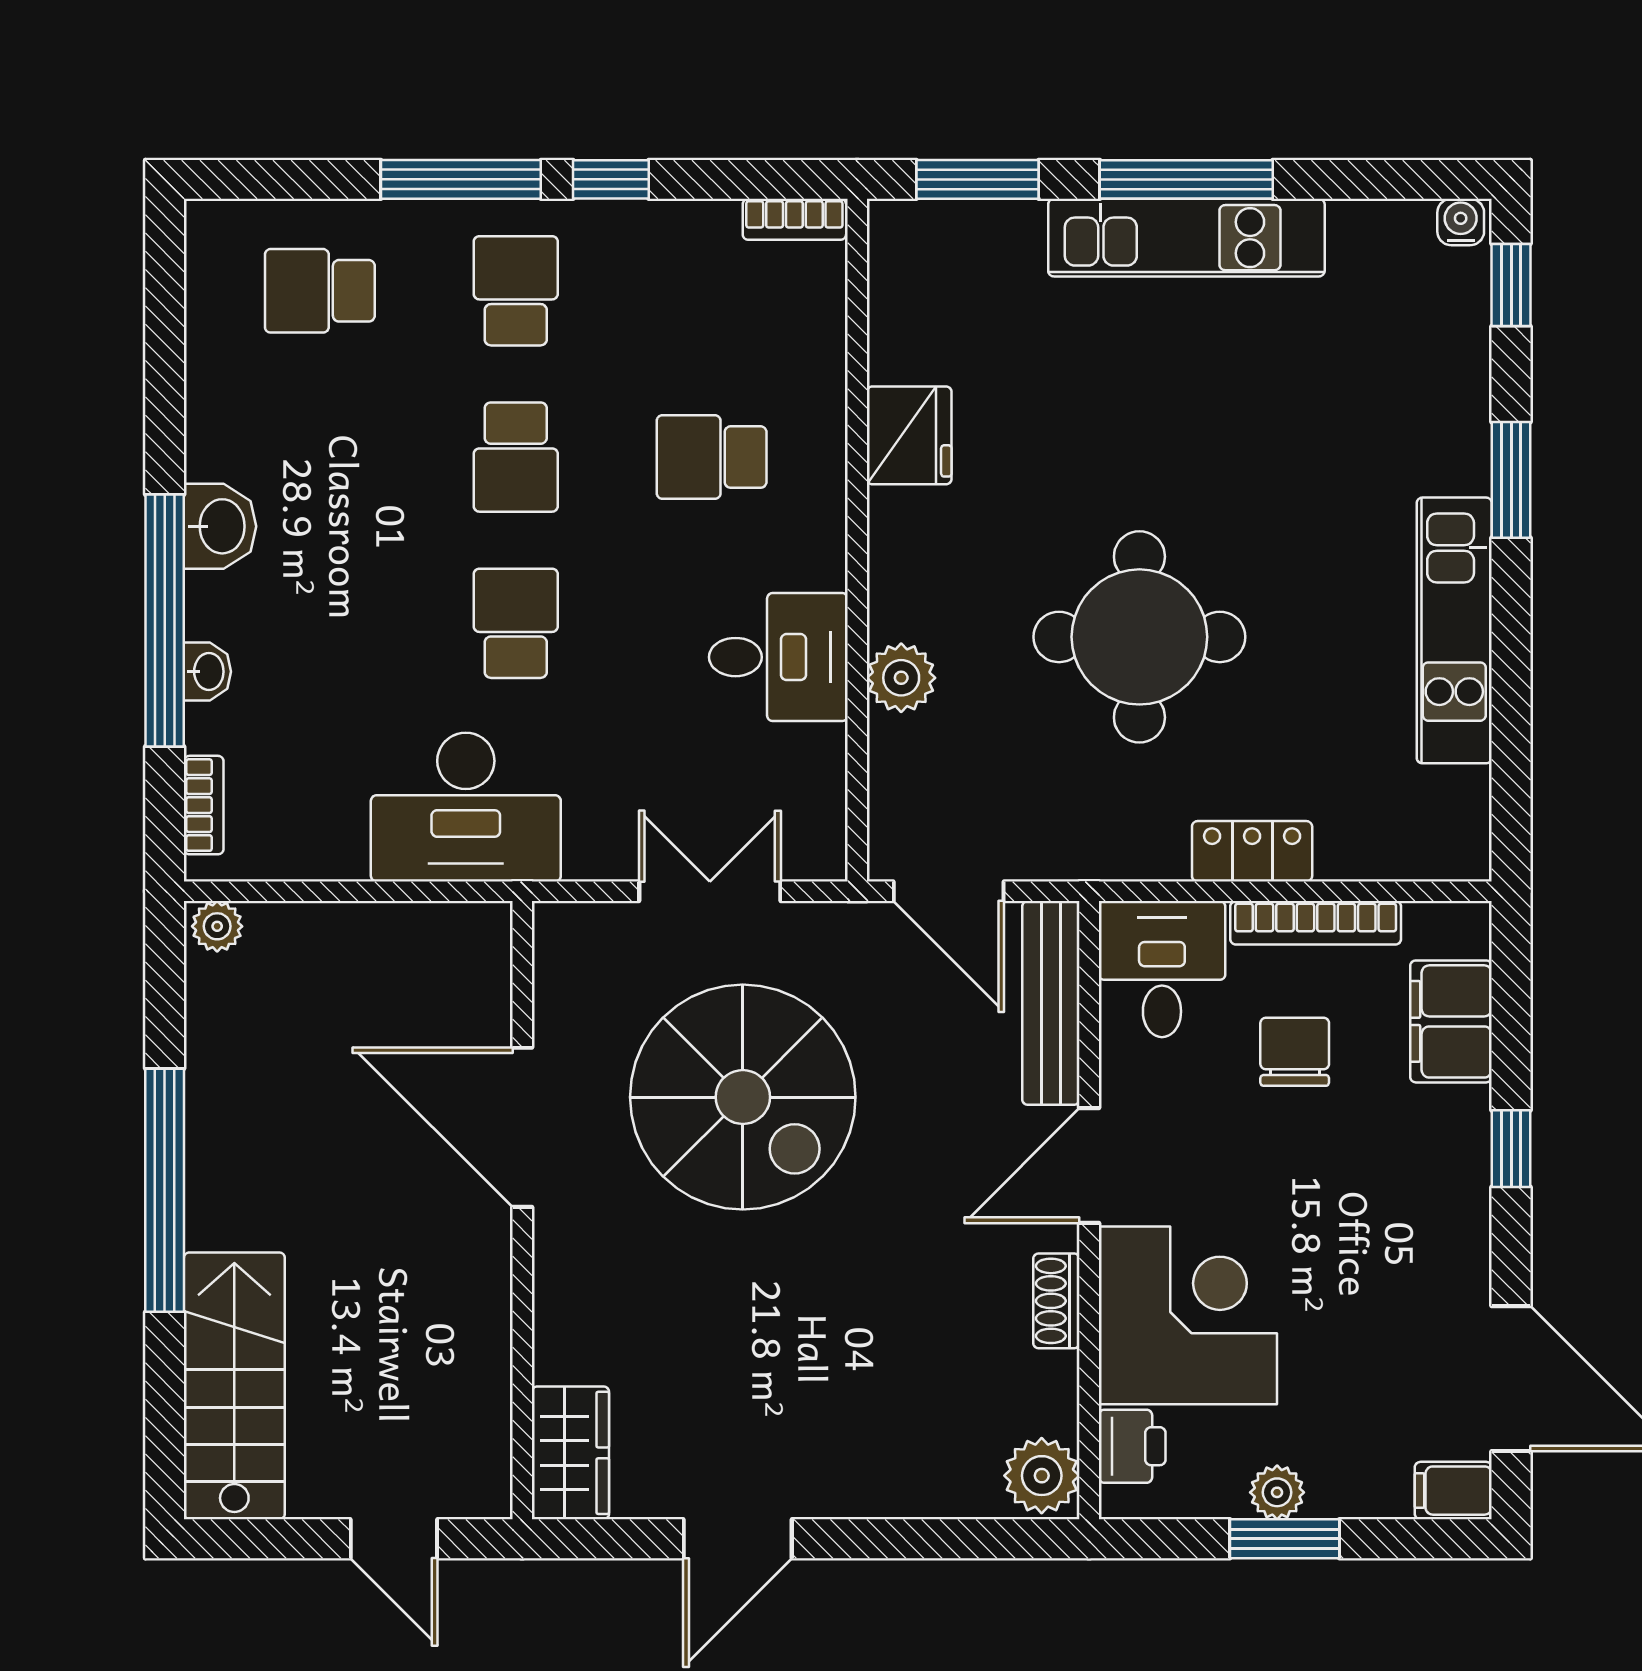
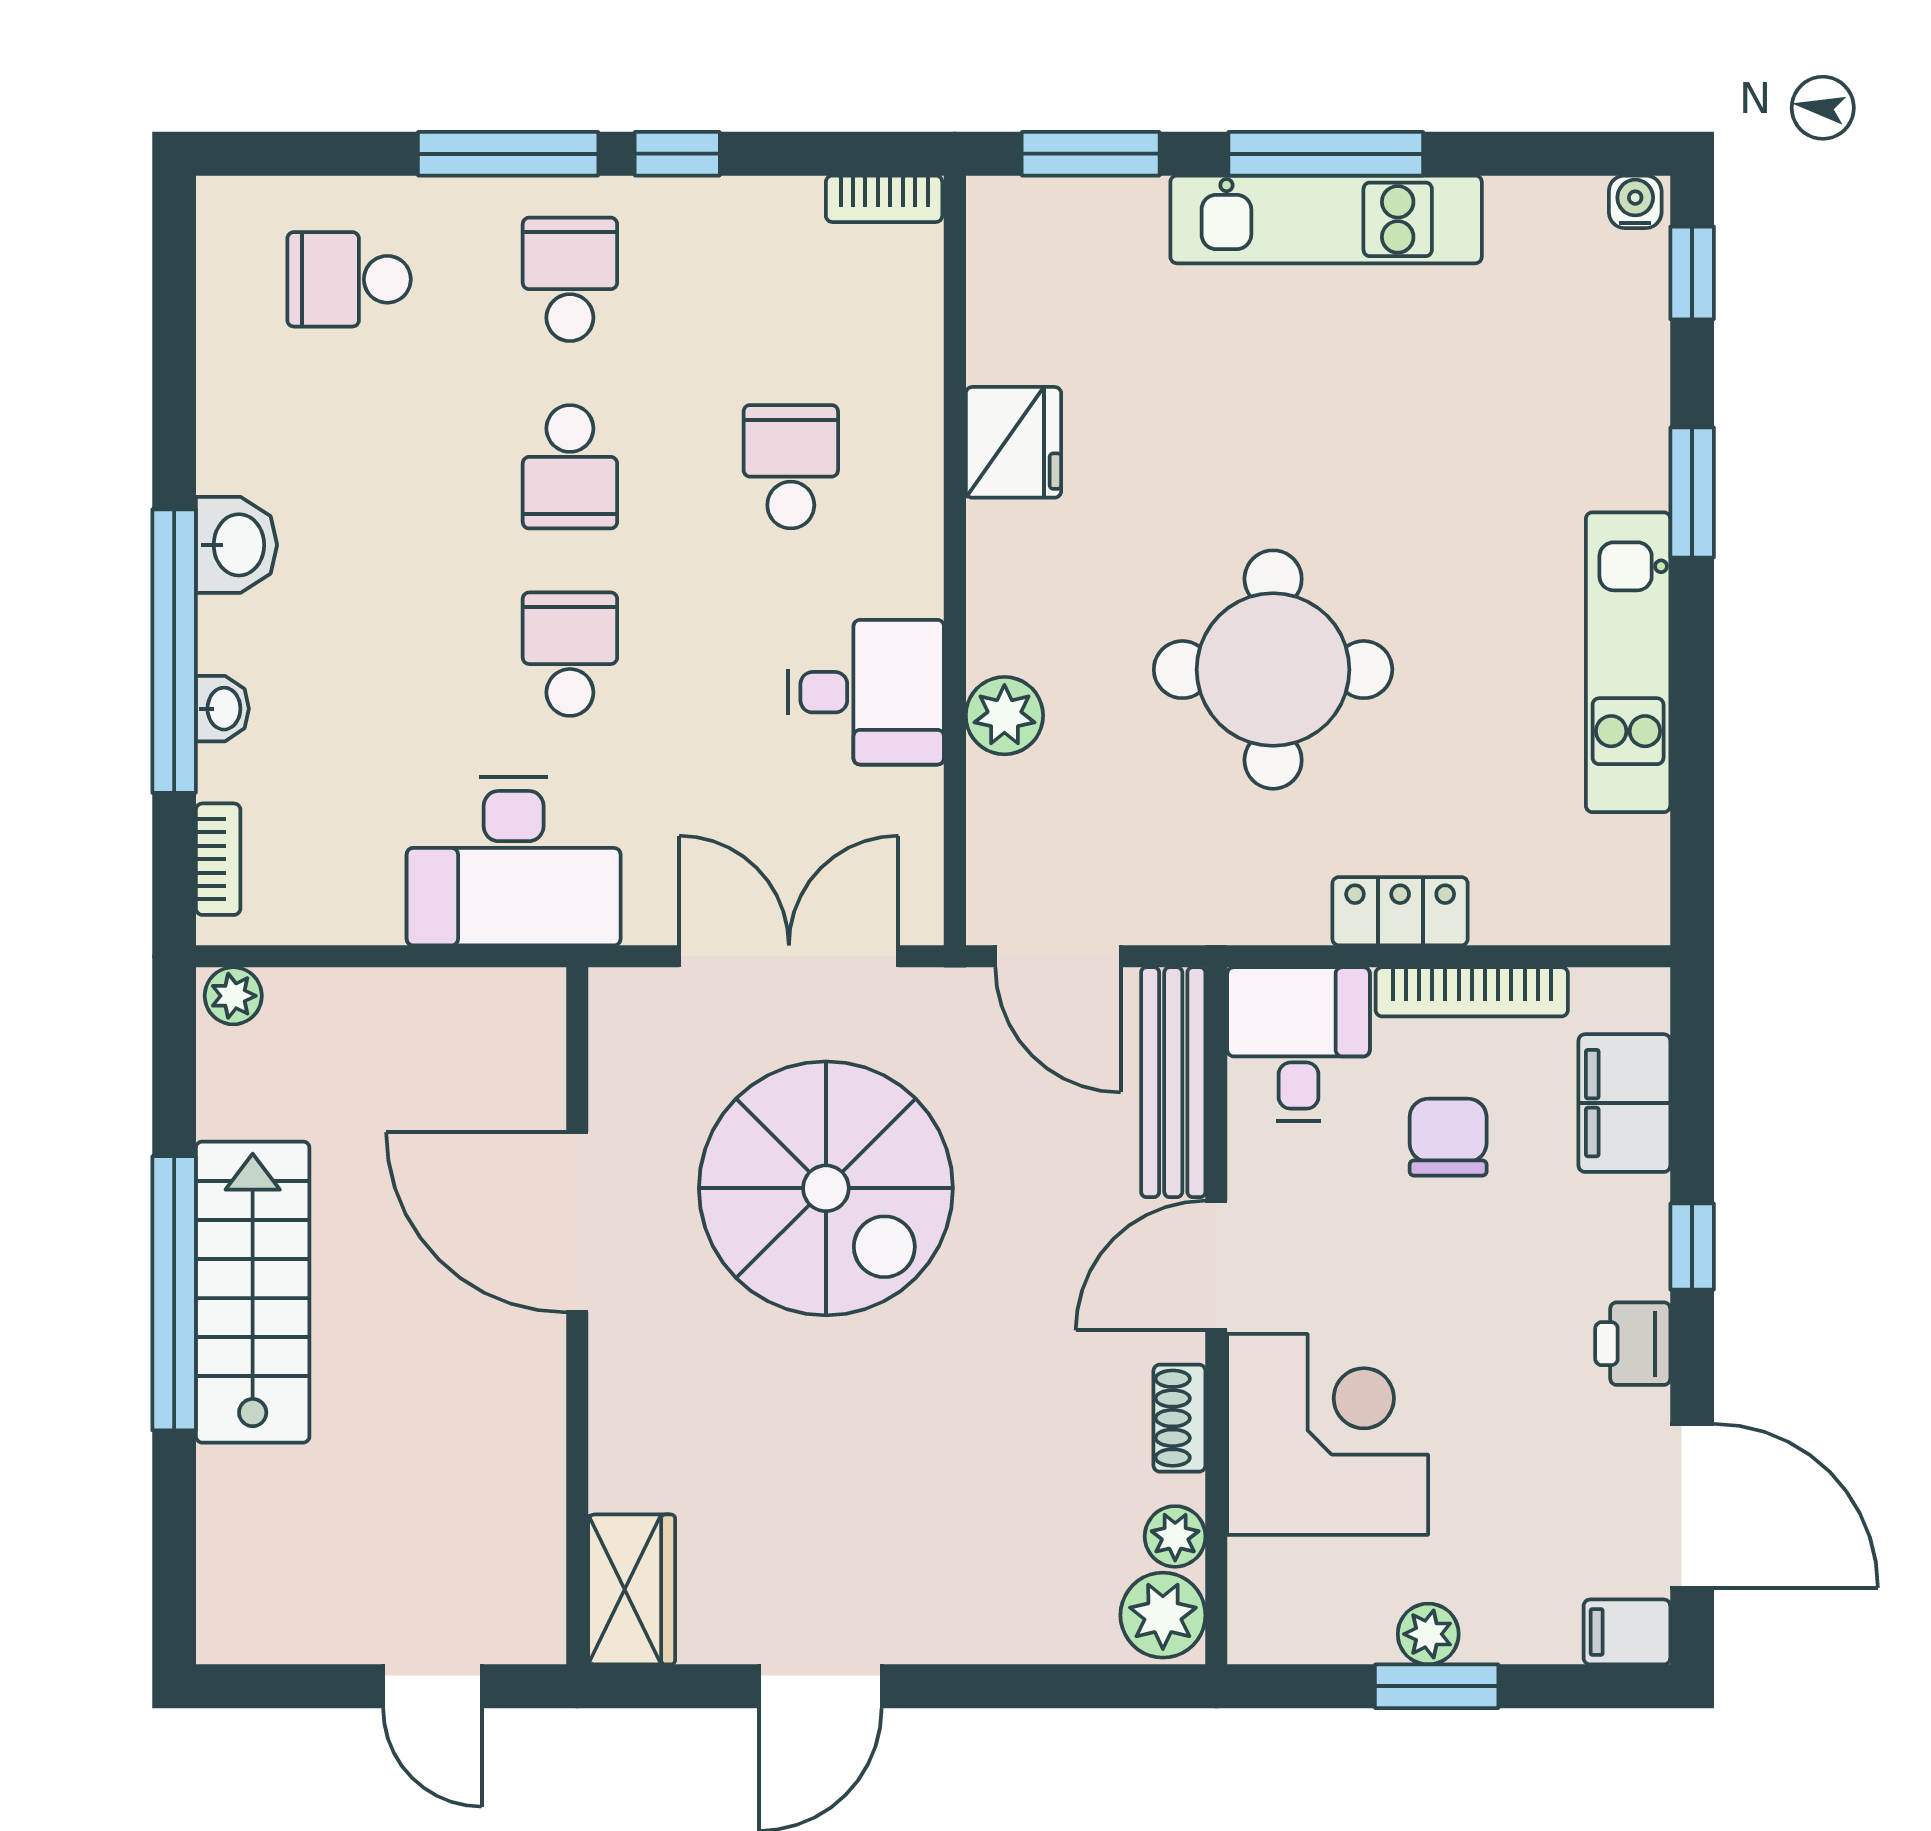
school desk: (712, 457) -> (791, 467), turned 90
double door: (710, 891) -> (789, 956), width x1.37
stairs: (234, 1386) -> (253, 1292), moved
plant: (1052, 1406) -> (1175, 1536), added
printer: (1132, 1446) -> (1633, 1344), moved, turned 180

